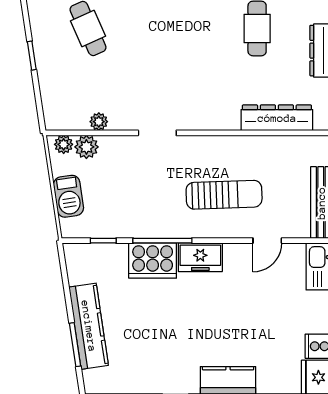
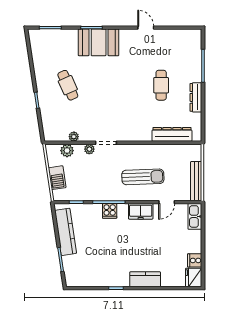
plant: (64, 144) -> (89, 149), moved
freezer: (200, 257) -> (141, 211), moved
cooker: (153, 261) -> (110, 211), width x0.53, depth x0.76
kitchen counter: (89, 326) -> (66, 232), moved

